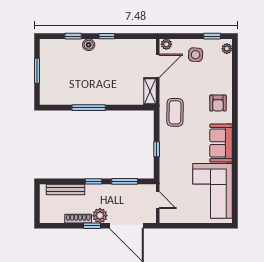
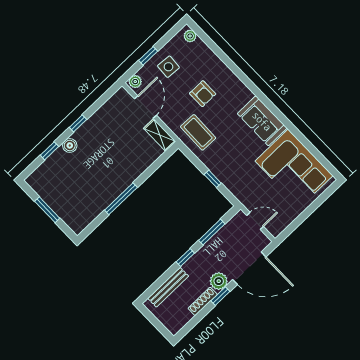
window: (212, 36) -> (148, 56), moved
armchair: (218, 103) -> (203, 94), moved

